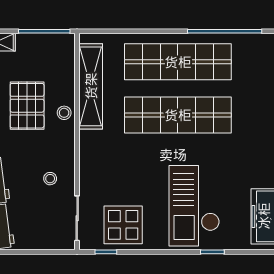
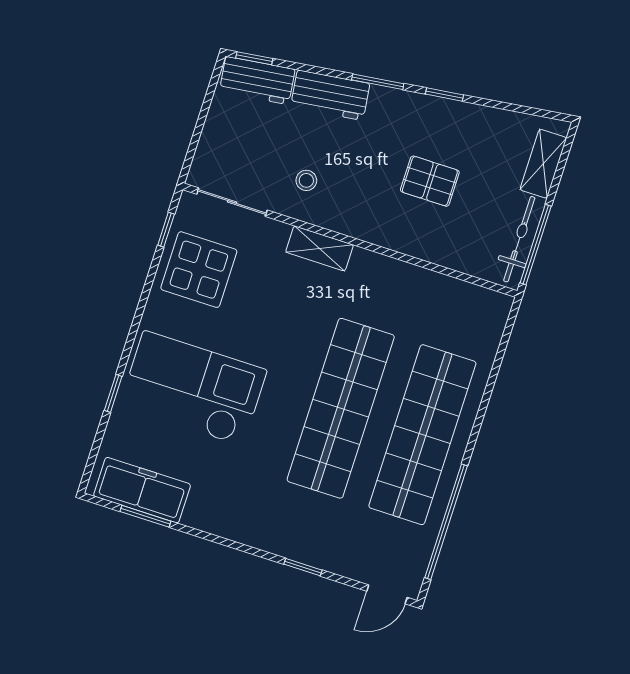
bicycle: (44, 42) -> (519, 239), added
shelving: (91, 86) -> (319, 248), moved, width x0.45, depth x0.75
pallet: (27, 106) -> (430, 181), width x0.67, depth x0.71
stool: (64, 113) -> (400, 235), removed

